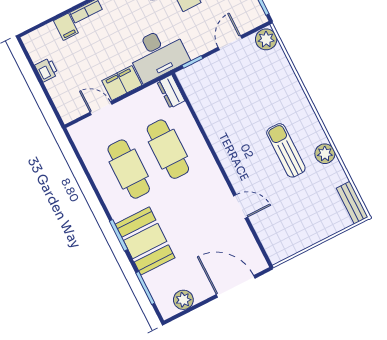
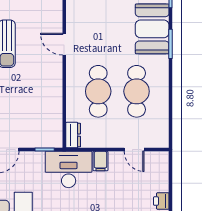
filing cabinet: (122, 83) -> (100, 161), width x0.50
door: (241, 206) -> (64, 44), moved

